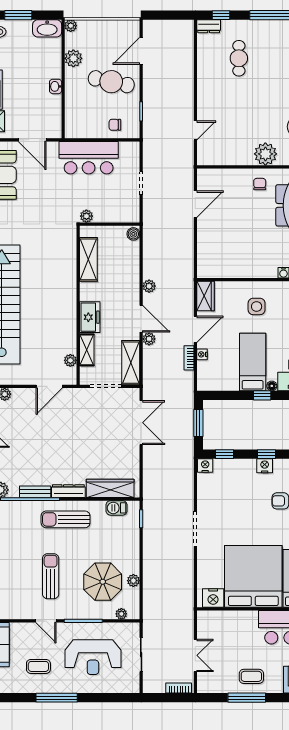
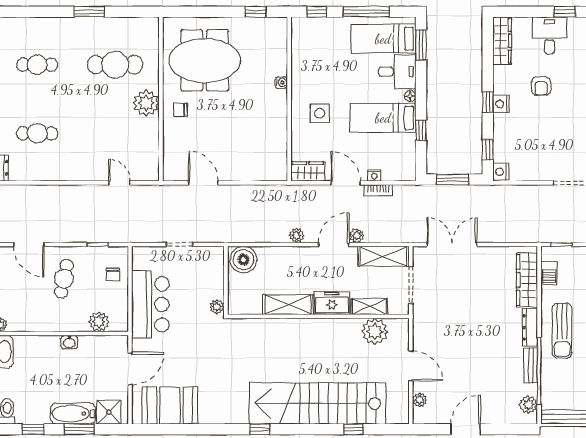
plant: (73, 58) -> (99, 322), moved
cafe table: (111, 82) -> (64, 279), width x0.73, depth x0.74
boiler: (133, 234) -> (243, 260), width x1.86, depth x1.86
shelving: (88, 259) -> (288, 305), moved
plant: (70, 360) -> (375, 331), width x1.88, depth x1.88
door: (49, 386) -> (411, 366), moved
window: (262, 395) -> (421, 130), moved

